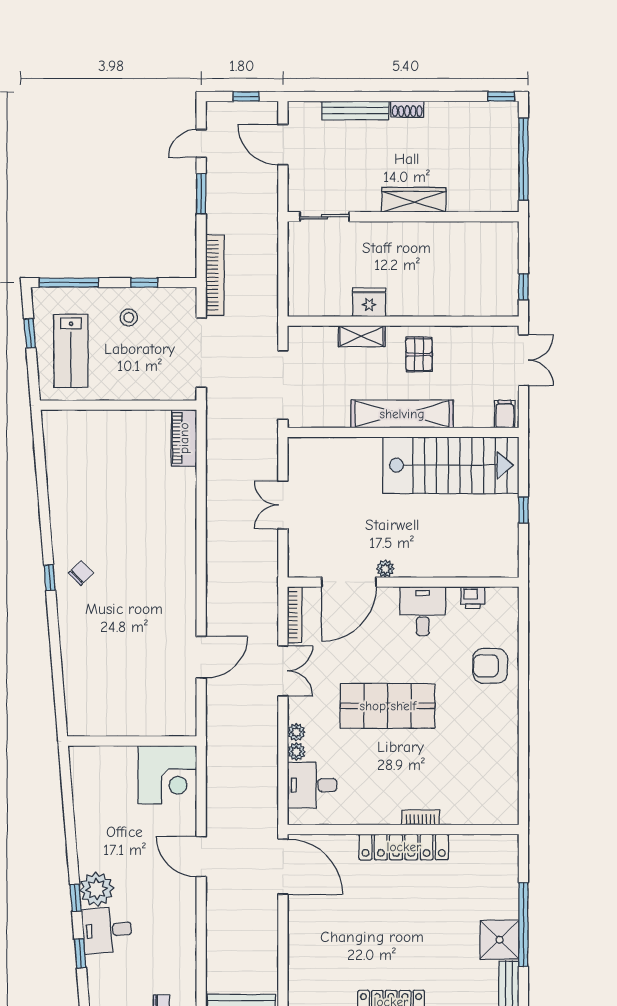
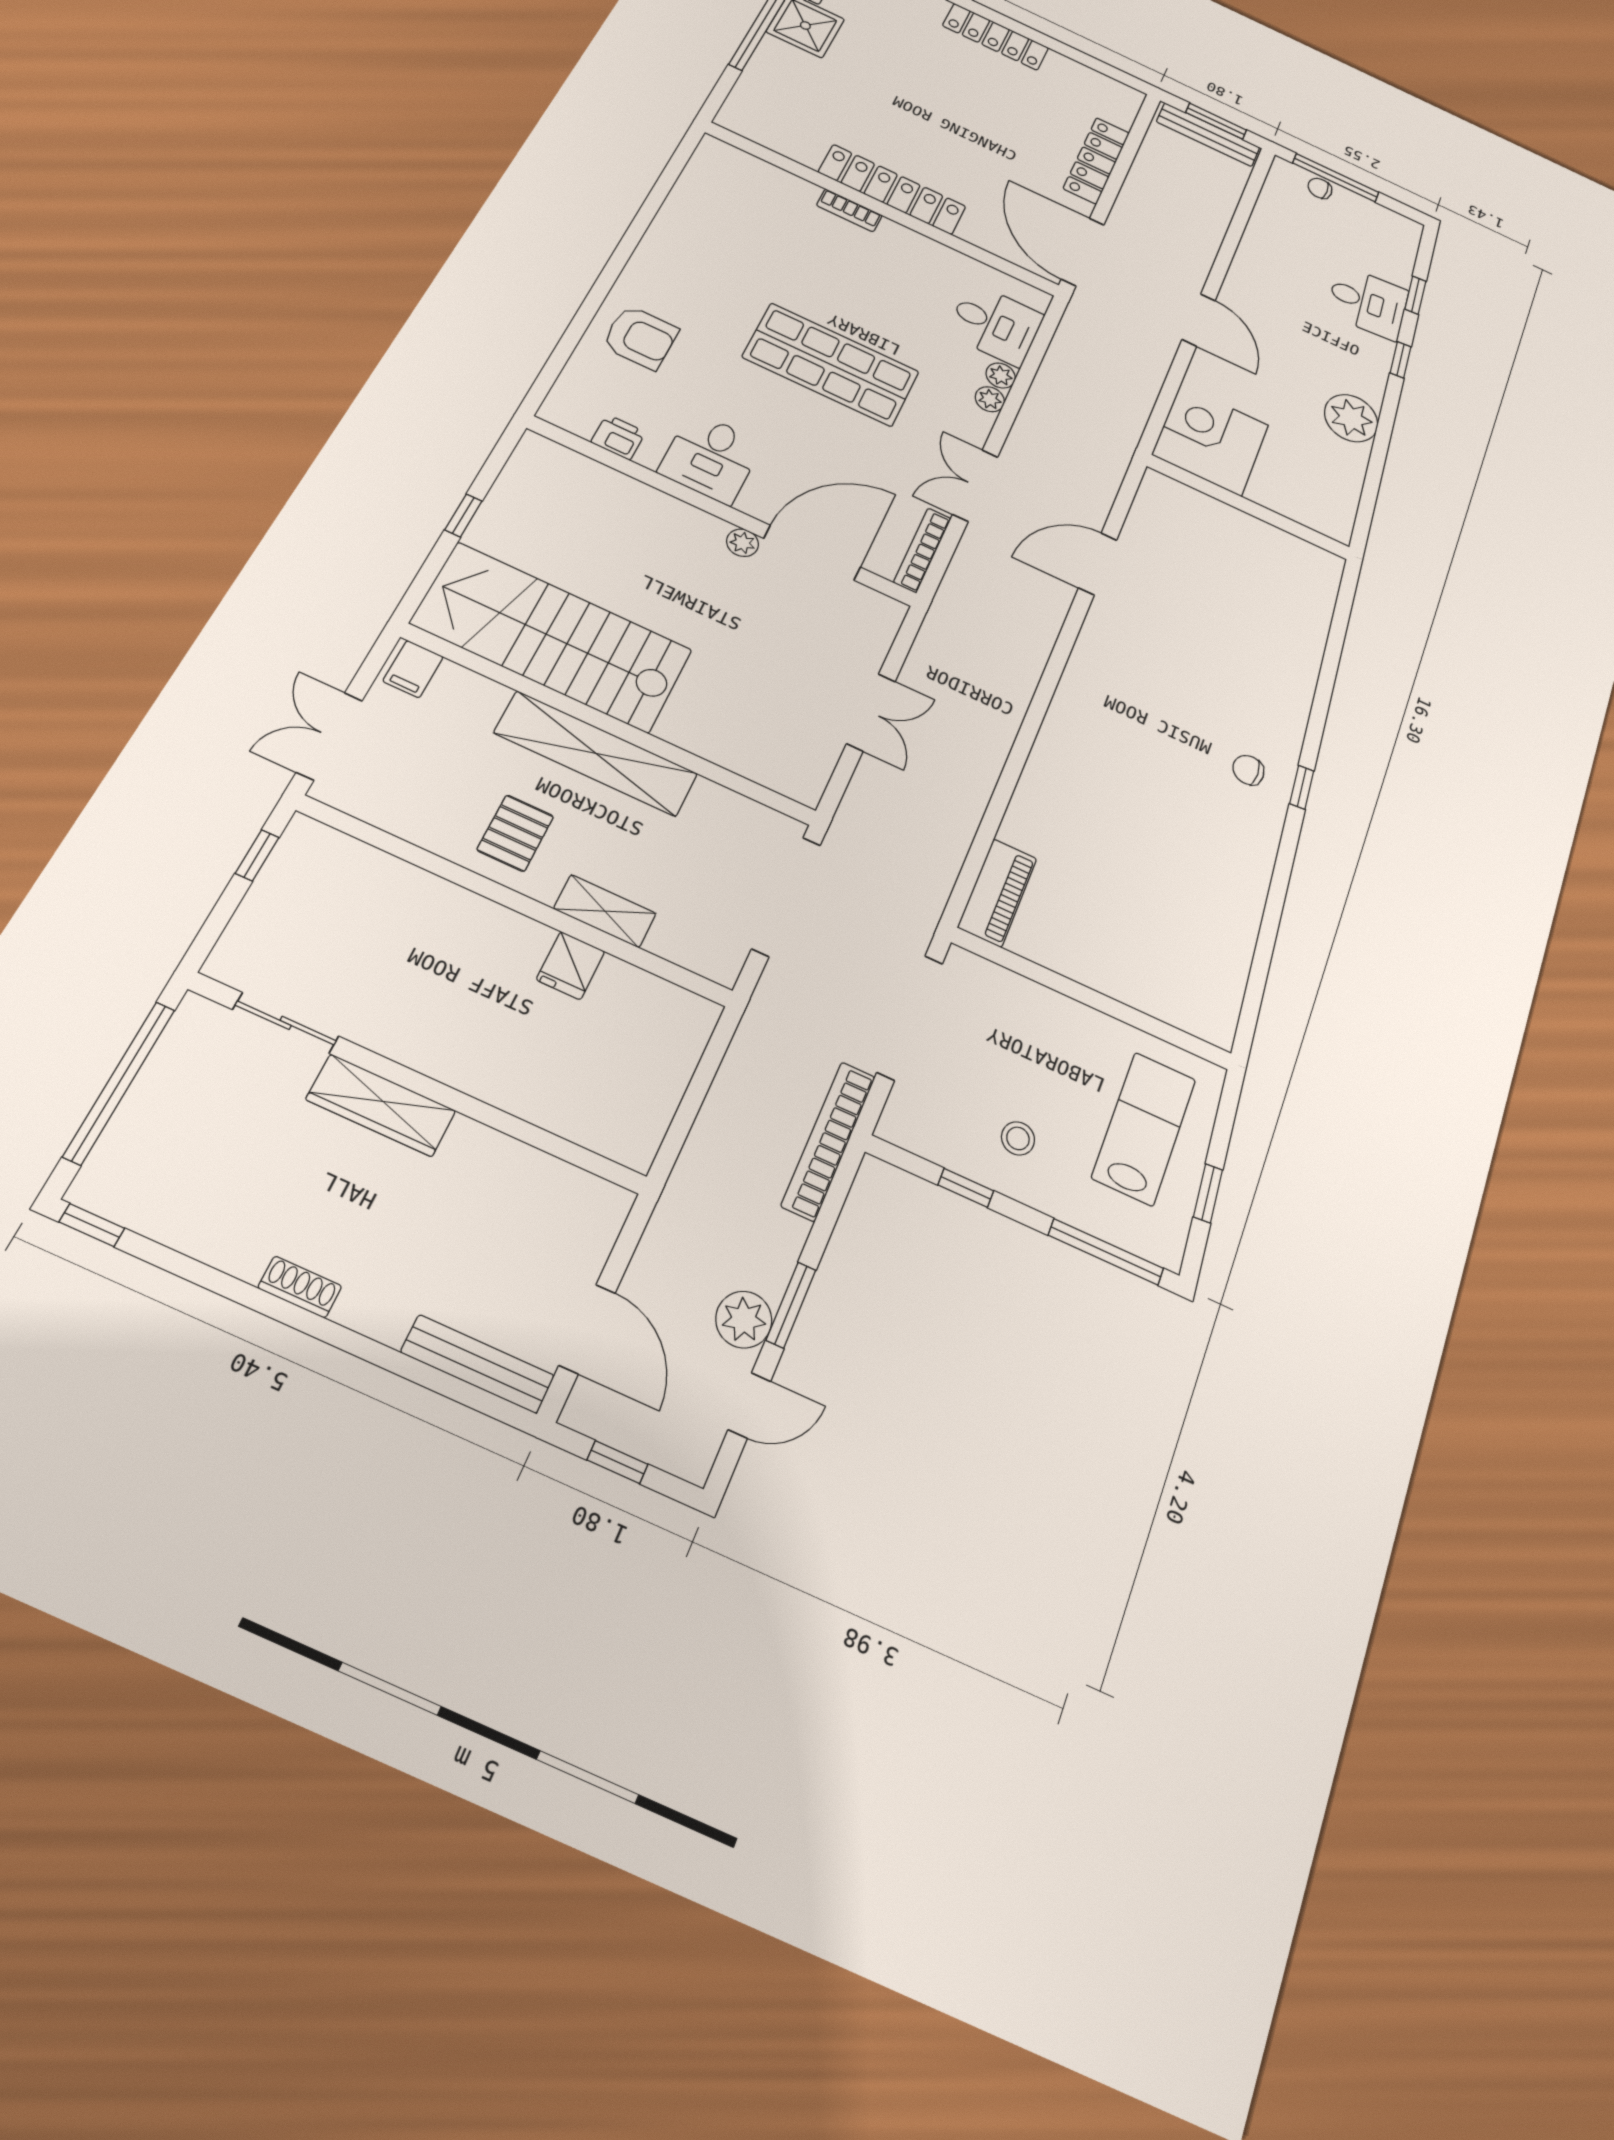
bench: (355, 110) -> (478, 1364), moved
plant: (219, 178) -> (744, 1320), added
sliding door: (324, 217) -> (286, 1023), moved
fridge: (369, 302) -> (571, 966), width x0.72
chair: (81, 573) -> (1248, 770), turned 44
plant: (97, 889) -> (1351, 418), moved
locker: (299, 941) -> (1096, 161), added

